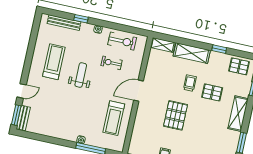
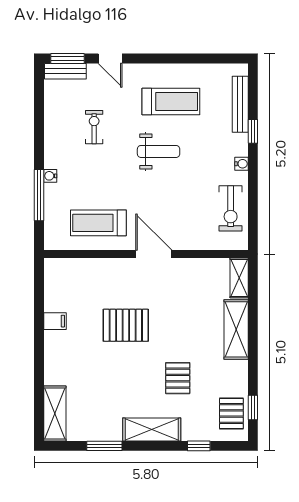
window: (219, 49) -> (253, 407), moved
exercise bike: (112, 63) -> (94, 127), moved
trolley: (190, 83) -> (185, 337), removed

